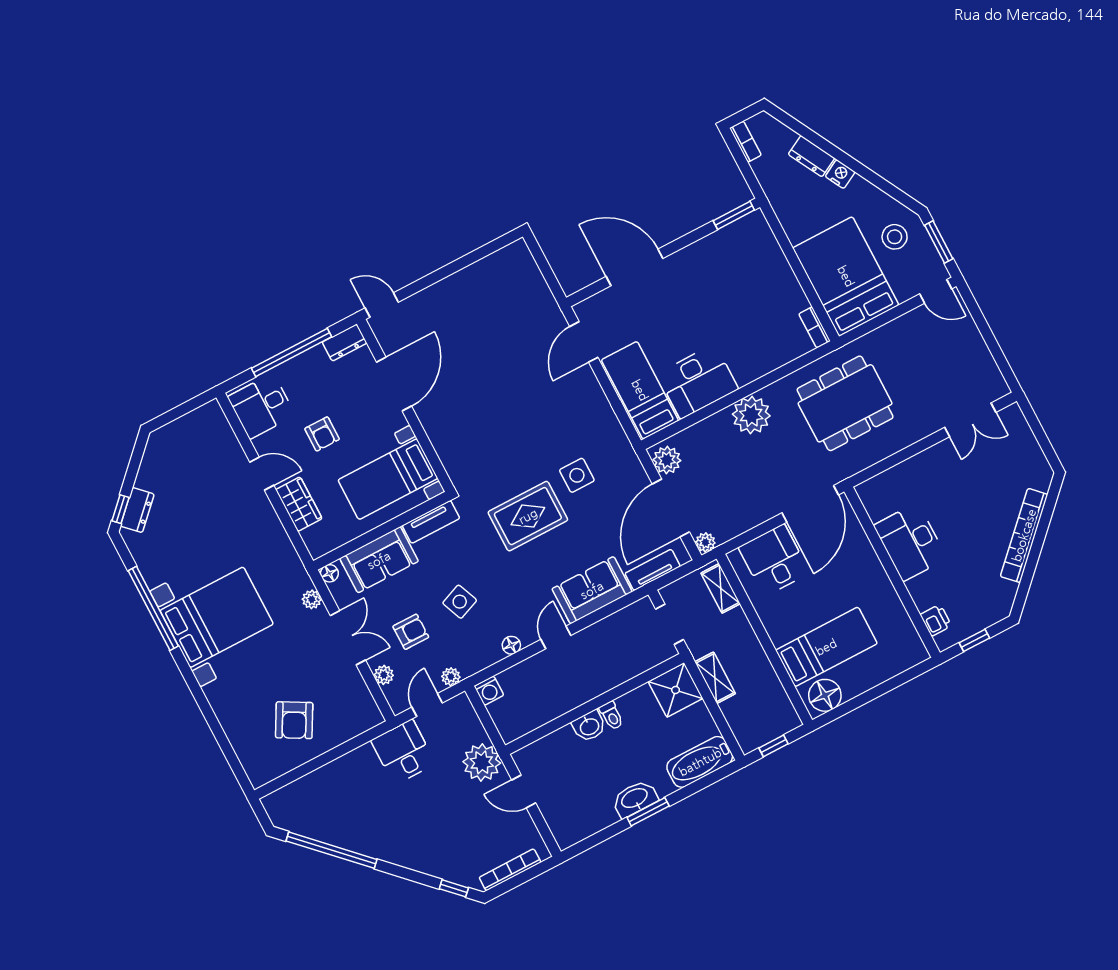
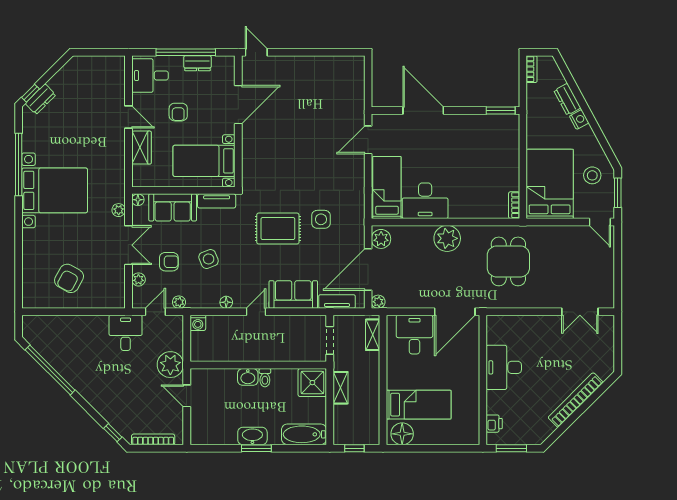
dresser: (345, 343) -> (197, 63), moved
dining table: (845, 403) -> (508, 261), width x0.73
window: (974, 640) -> (511, 448), width x1.50

